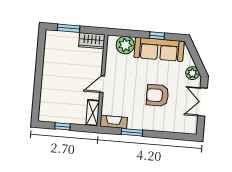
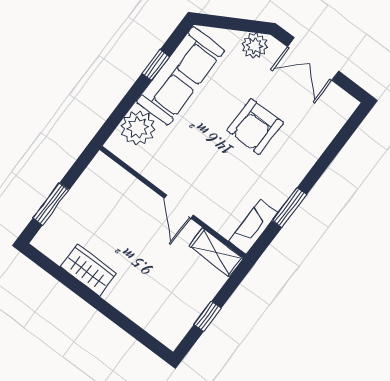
wardrobe: (92, 41) -> (88, 270), moved, turned -90

